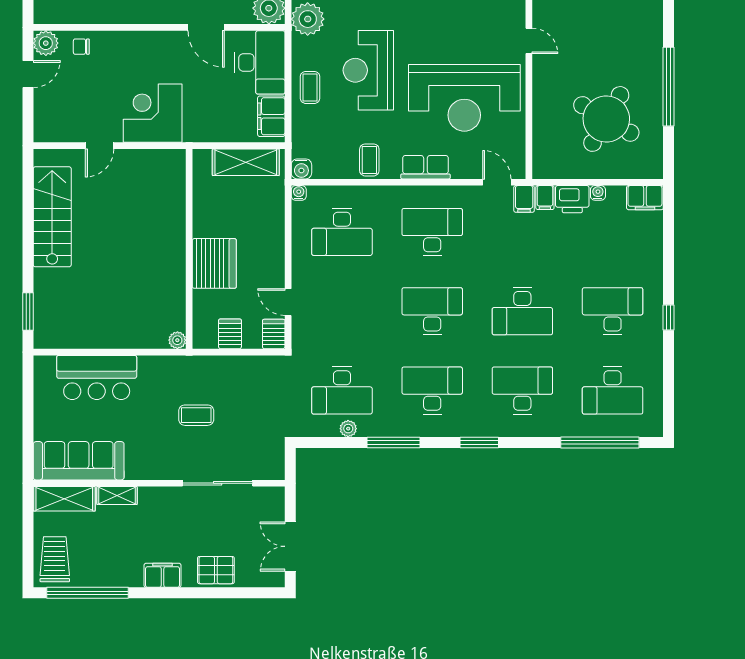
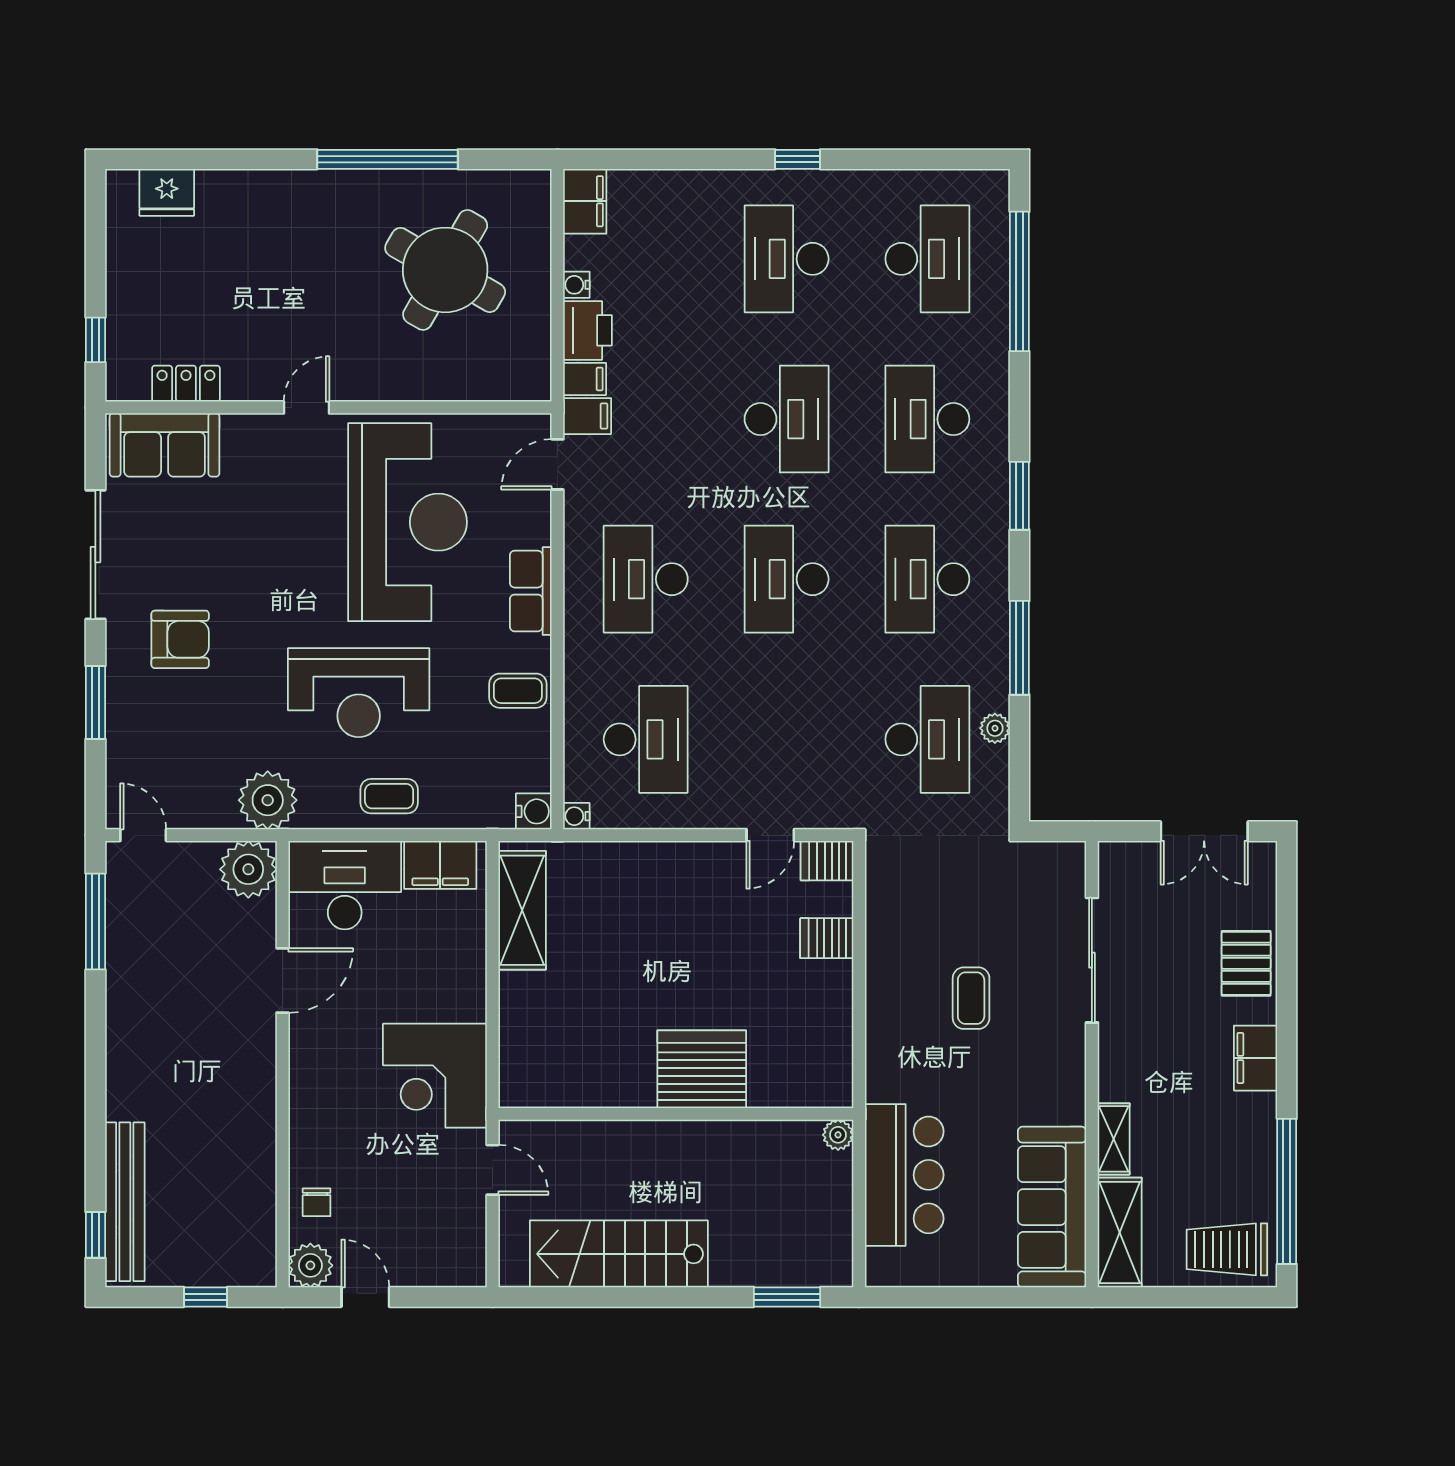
wall: (189, 249) -> (676, 1114), moved
server rack: (214, 263) -> (702, 1069), moved
plant: (177, 340) -> (838, 1135), moved

